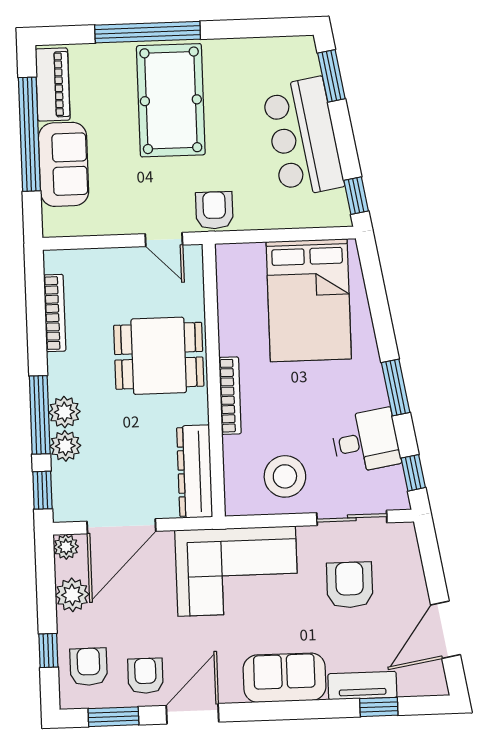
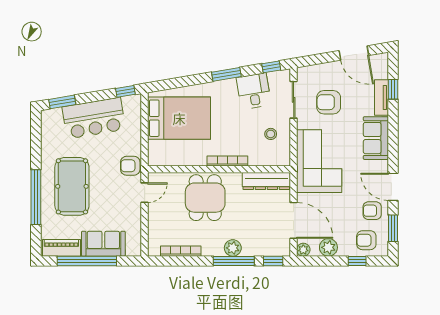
pool table: (171, 100) -> (72, 186), turned 90
plant: (65, 446) -> (251, 248), removed
stool: (285, 476) -> (271, 134), width x0.53, depth x0.53

